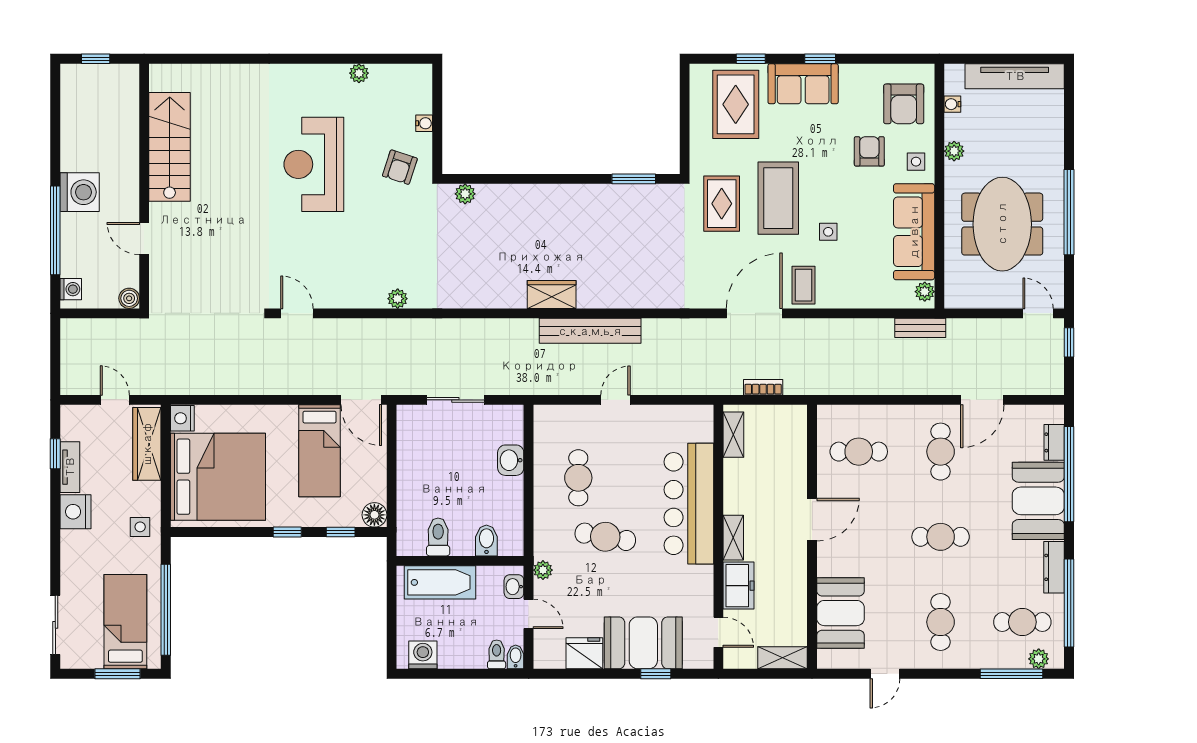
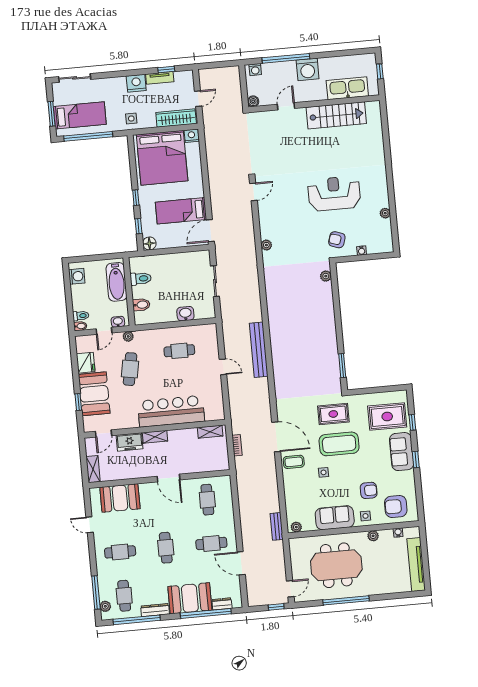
kitchen sink: (121, 122) -> (347, 88), added
sofa: (914, 232) -> (335, 518), width x0.73
wardrobe: (552, 295) -> (276, 327), removed
cafe table: (605, 537) -> (130, 369), moved

